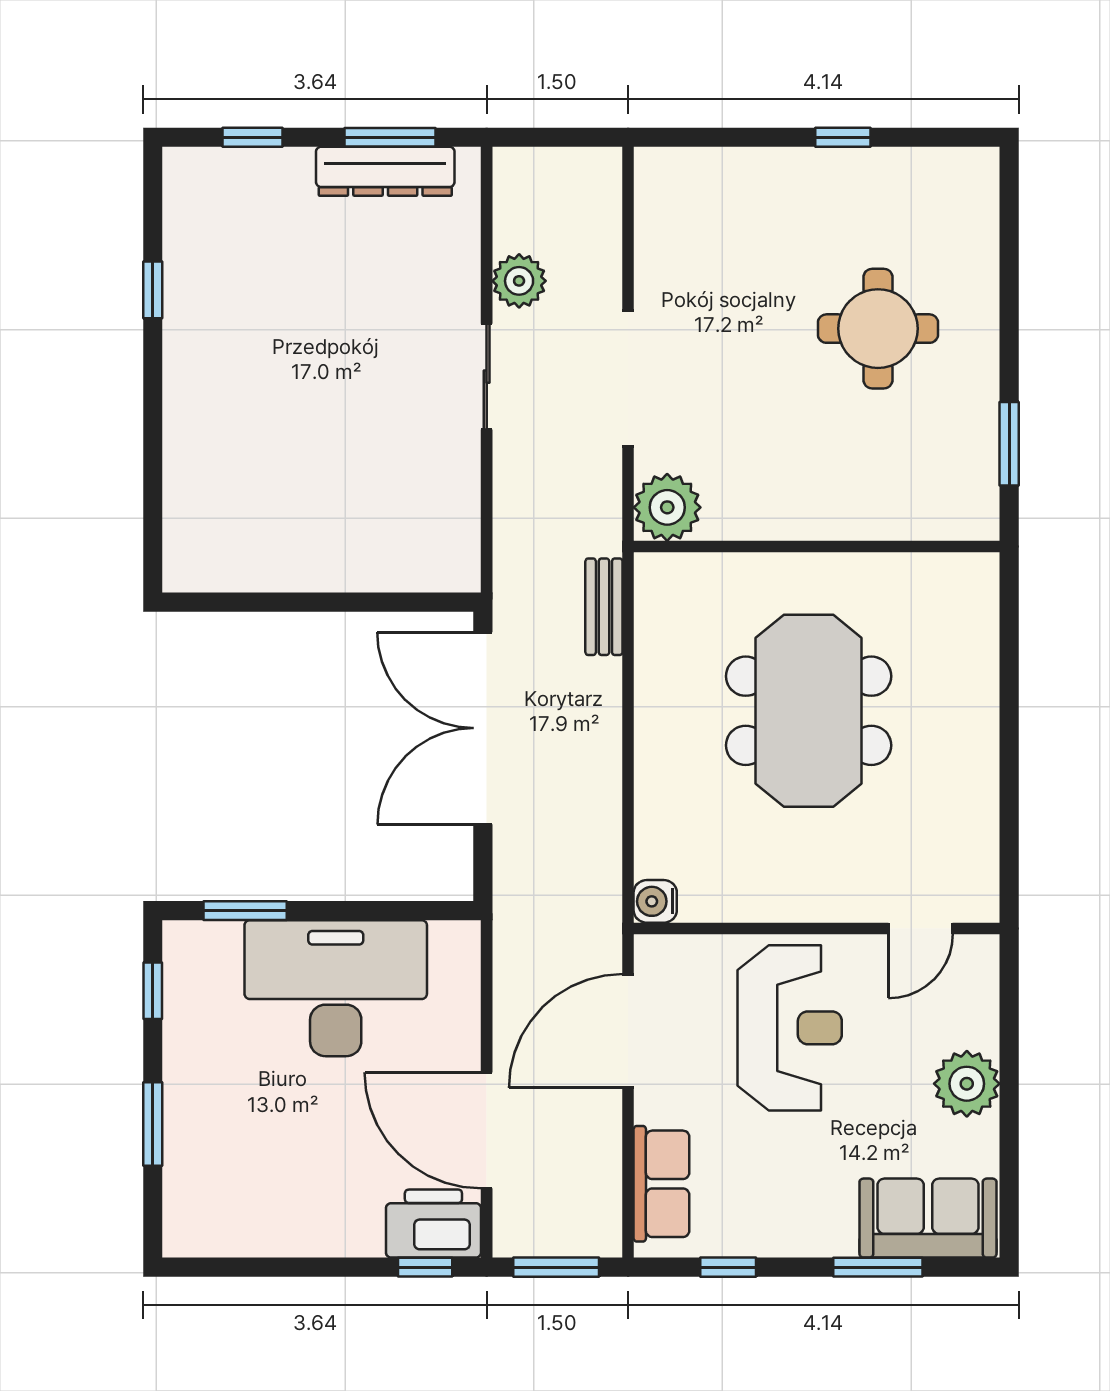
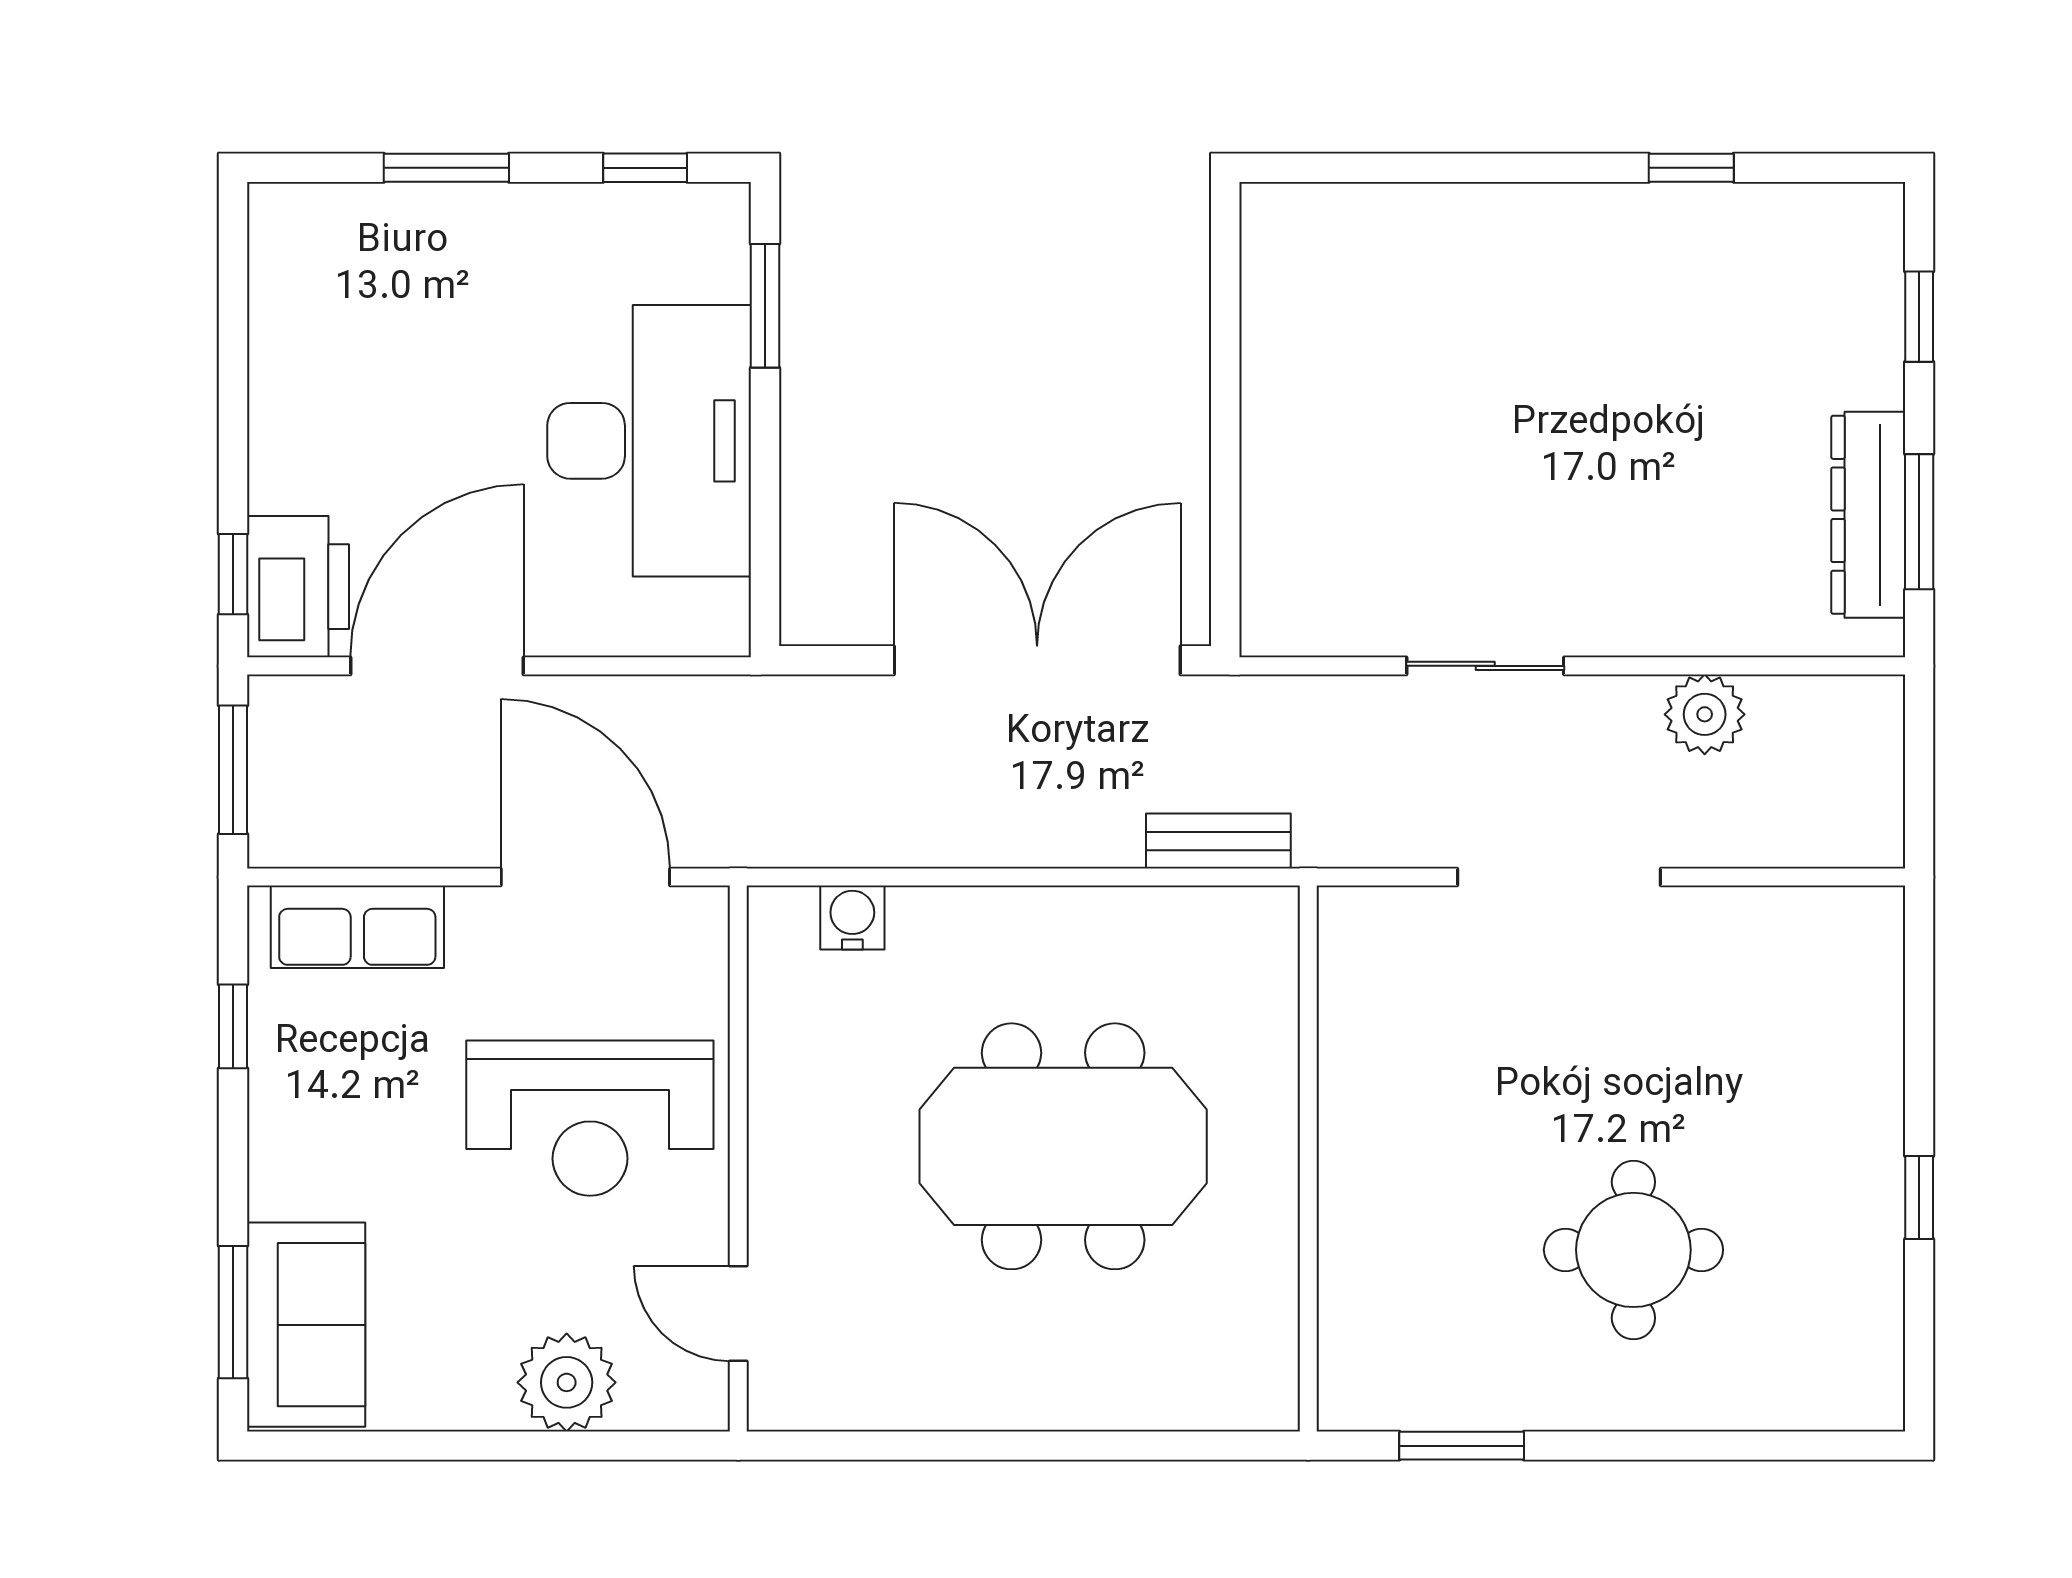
sliding door: (487, 377) -> (1485, 666), moved
plant: (667, 507) -> (1367, 935), removed
water cooler: (655, 901) -> (852, 918), moved
plant: (967, 1084) -> (567, 1382), moved
window: (878, 1267) -> (233, 1312), moved

